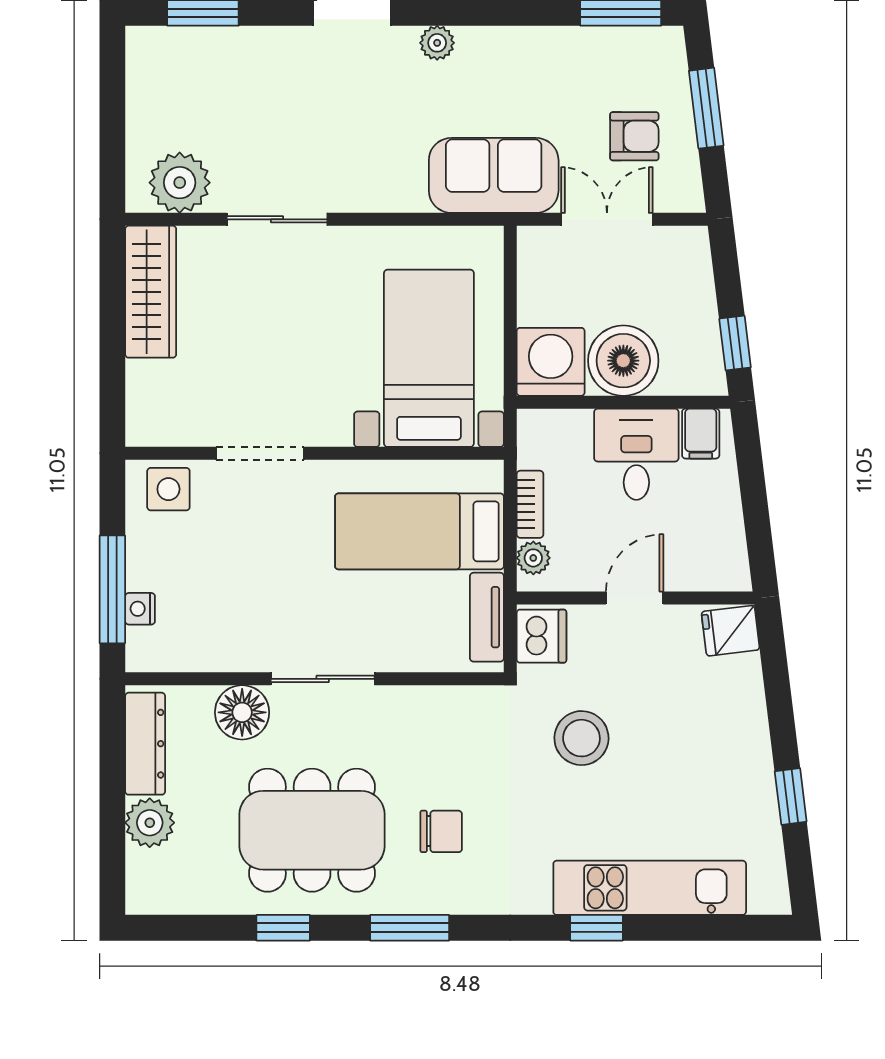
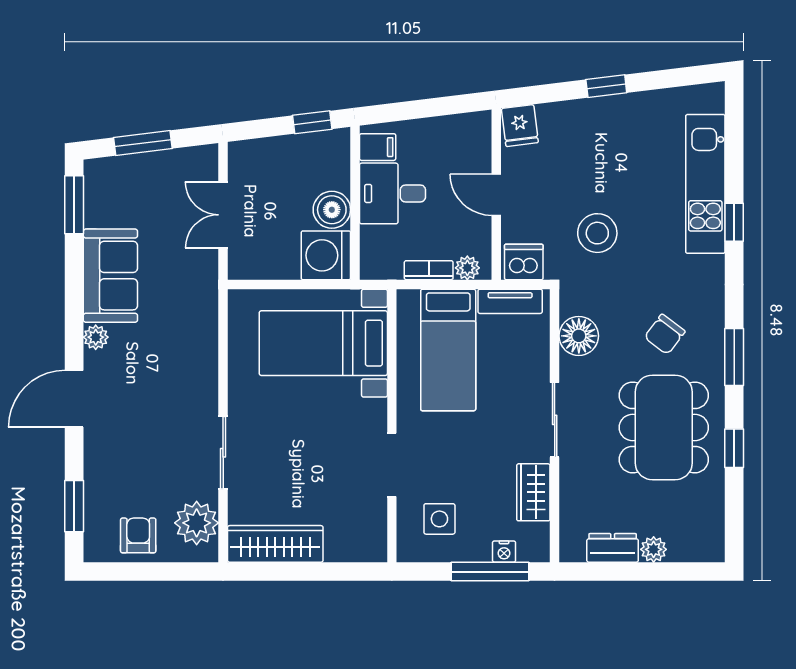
armchair: (634, 136) -> (138, 535), moved
sofa: (494, 175) -> (110, 276), moved, turned 180
boiler: (623, 361) -> (332, 210), width x0.73, depth x0.73
side table: (168, 489) -> (439, 519), moved
wardrobe: (222, 649) -> (533, 492), added
floor lamp: (242, 712) -> (579, 336), moved
dresser: (145, 744) -> (613, 548), width x0.70
window: (791, 796) -> (606, 86), moved
plant: (150, 823) -> (654, 549), width x0.73, depth x0.73
chair: (441, 831) -> (665, 334), turned -143

